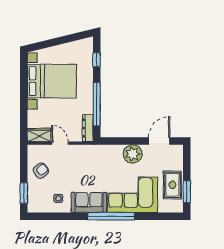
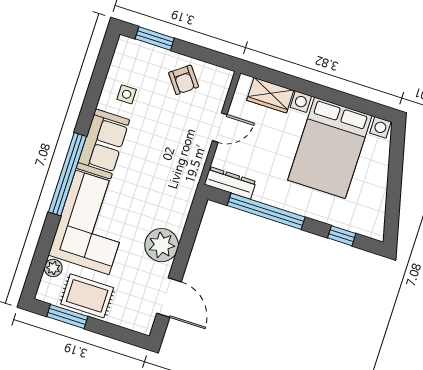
wardrobe: (39, 135) -> (270, 95), moved, turned 90
plant: (163, 208) -> (53, 268), added

